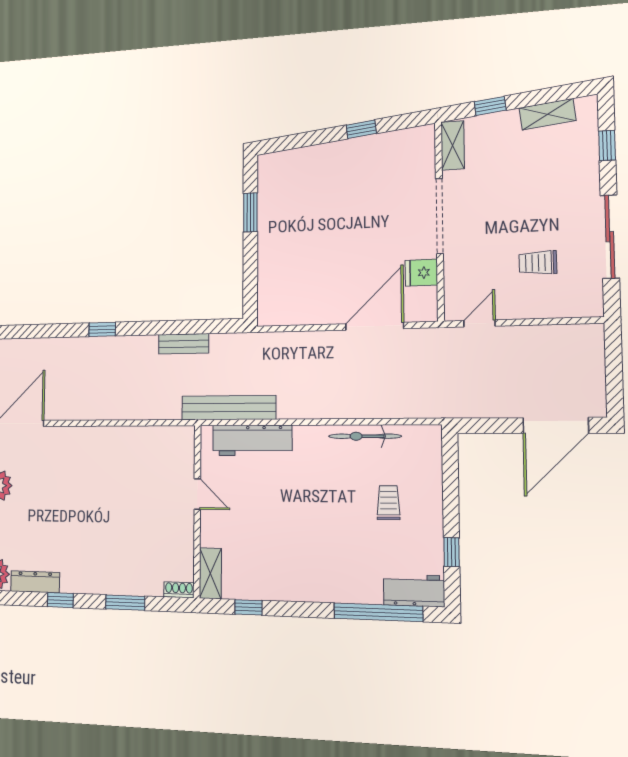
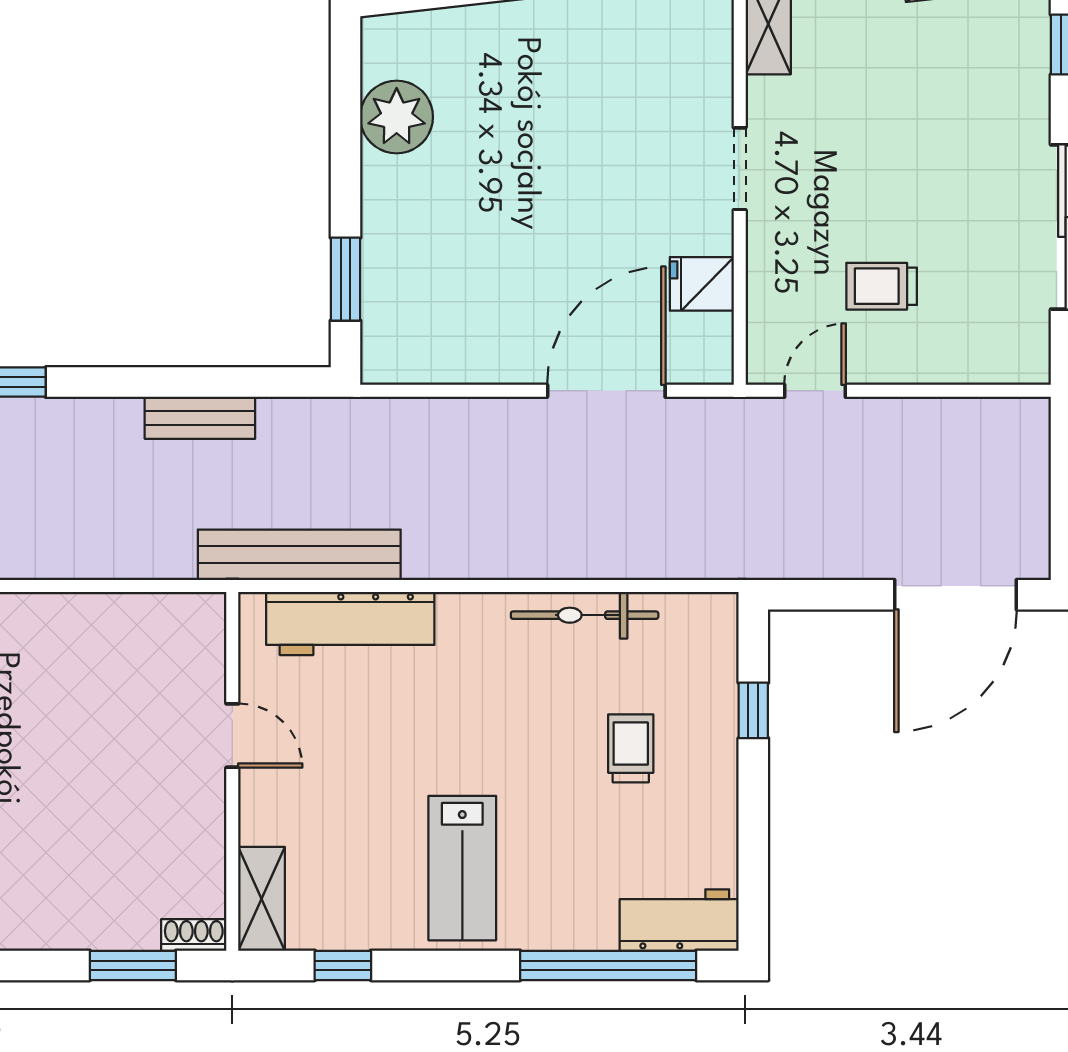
plant: (274, 200) -> (397, 117), added
window: (250, 212) -> (345, 279), moved
doorway: (439, 216) -> (740, 169), width x0.53
trolley: (538, 263) -> (882, 286), moved
window: (452, 552) -> (753, 710), moved
lab bench: (306, 561) -> (462, 868), added
window: (125, 603) -> (133, 965), moved

